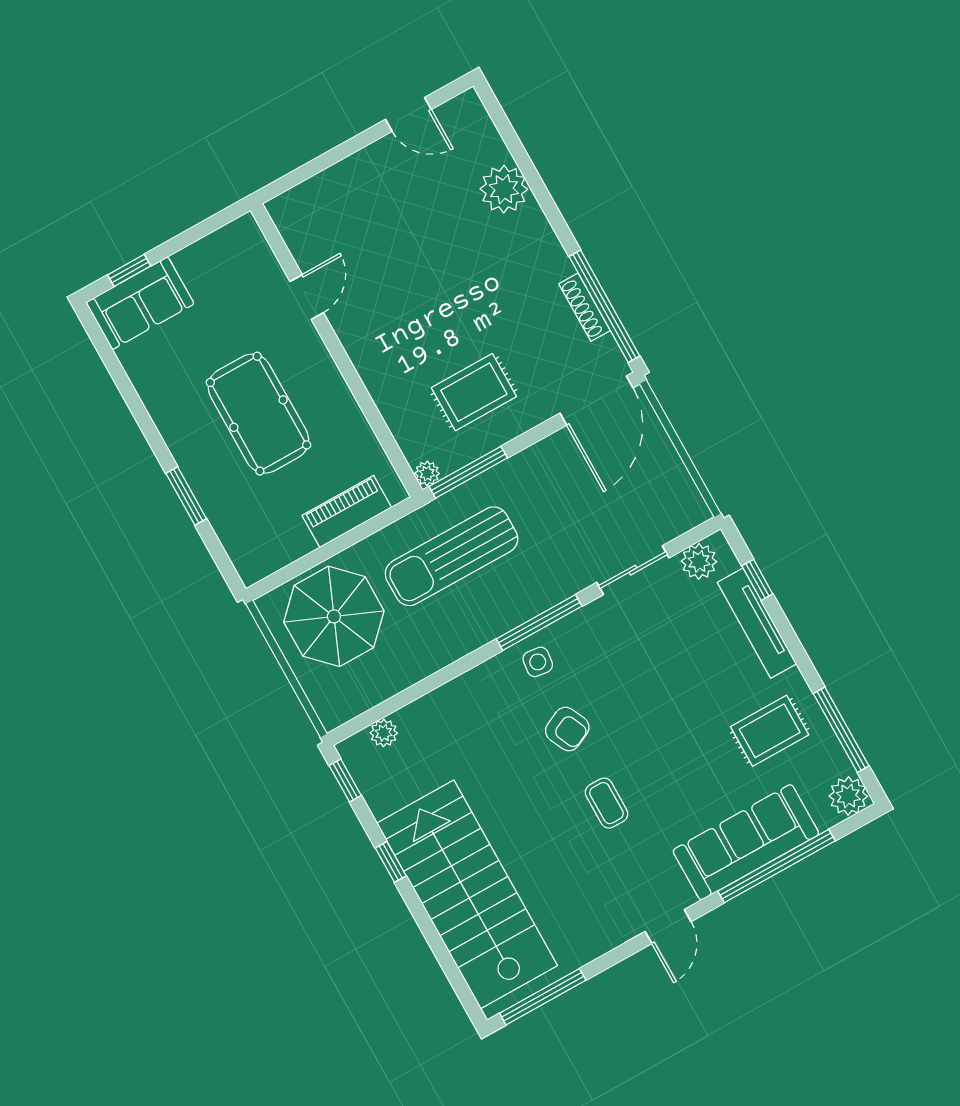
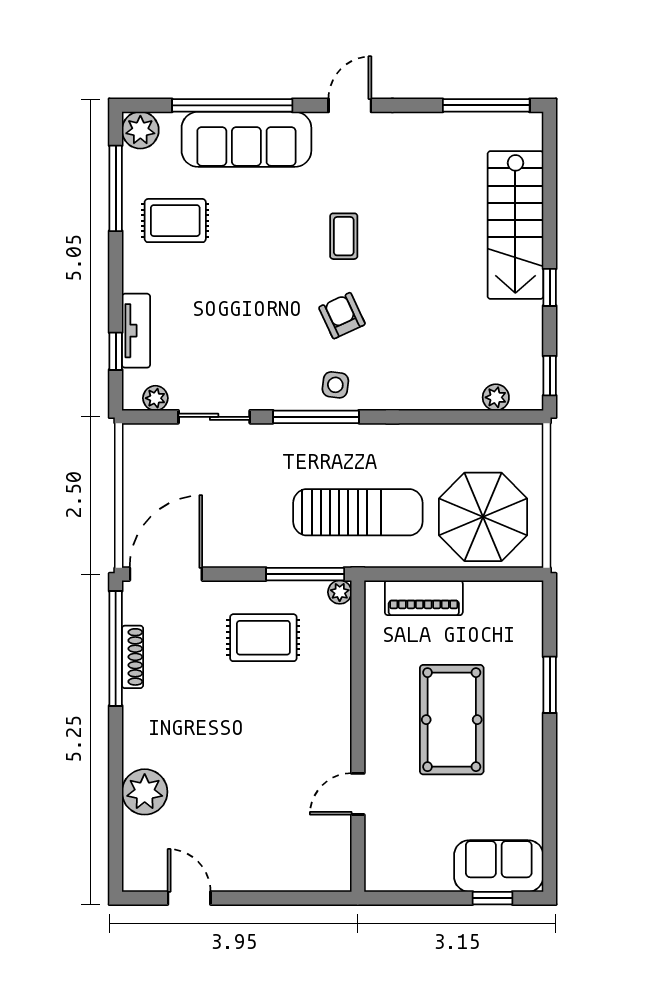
plant: (699, 561) -> (155, 398), width x0.73, depth x0.73
tv unit: (757, 623) -> (136, 331), width x0.71
stairs: (467, 894) -> (515, 225), width x0.73, depth x0.66

